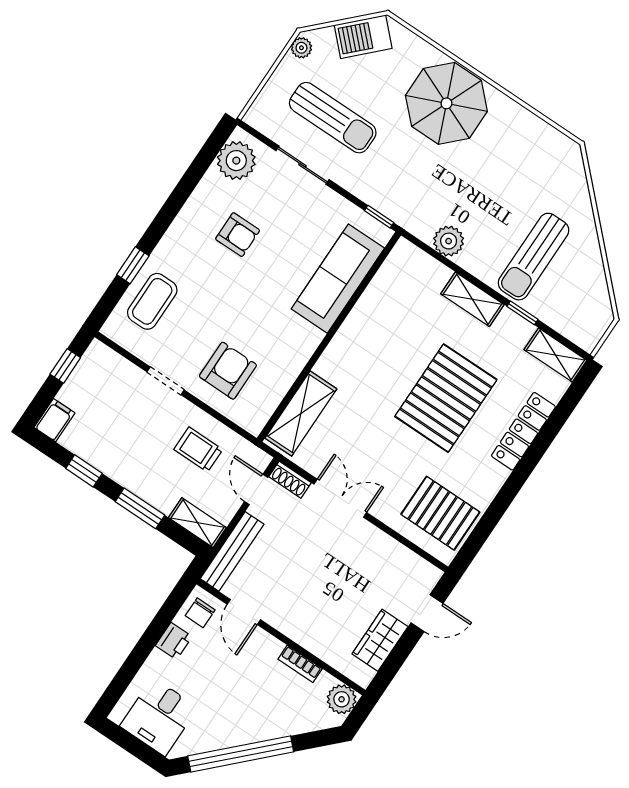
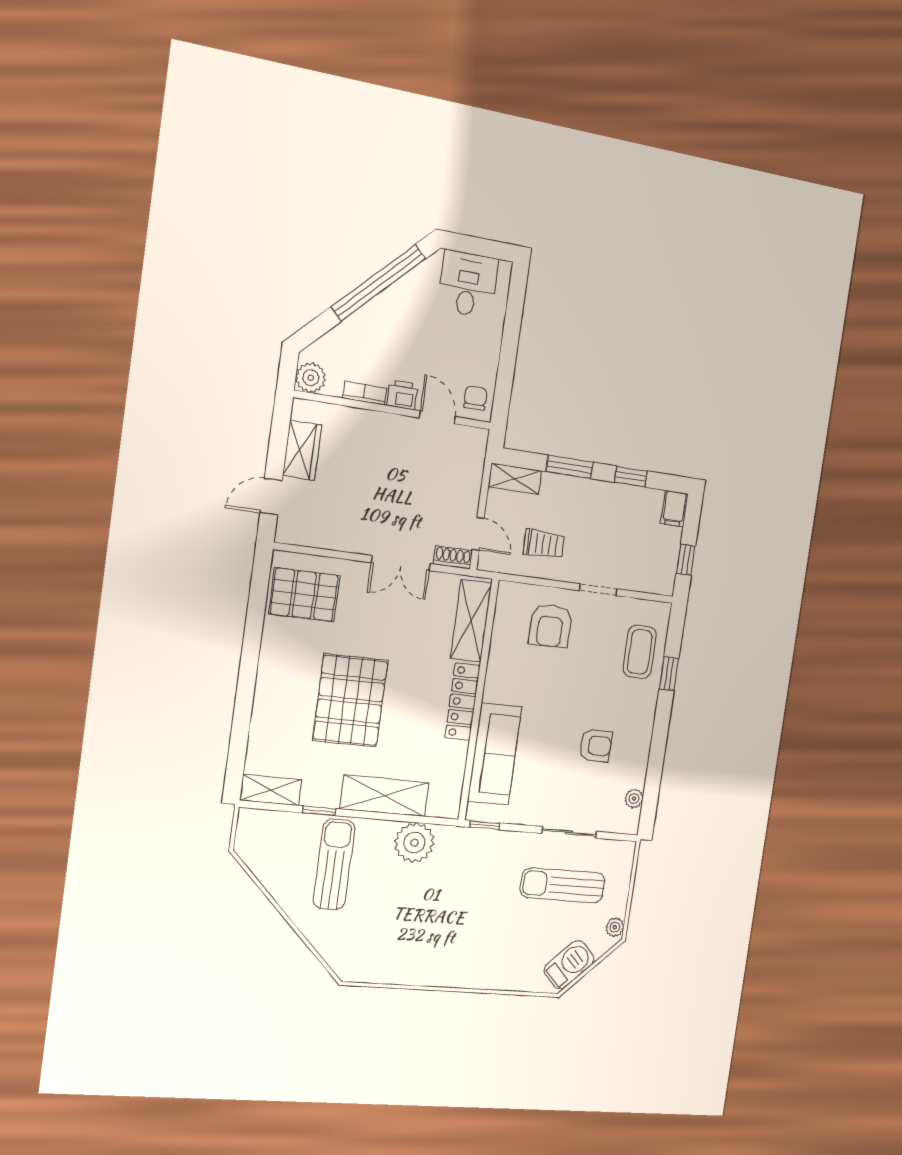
parasol: (446, 103) -> (474, 950), removed
plant: (236, 161) -> (634, 799), width x0.53, depth x0.53
armchair: (238, 235) -> (596, 746), turned 180
plant: (449, 241) -> (414, 842), width x1.36, depth x1.36
shelving: (472, 299) -> (384, 796), width x1.50, depth x1.33
locker: (523, 431) -> (462, 702), moved, turned 180
bench: (232, 551) -> (473, 468), removed
printer: (174, 641) -> (402, 395), moved, turned 90

